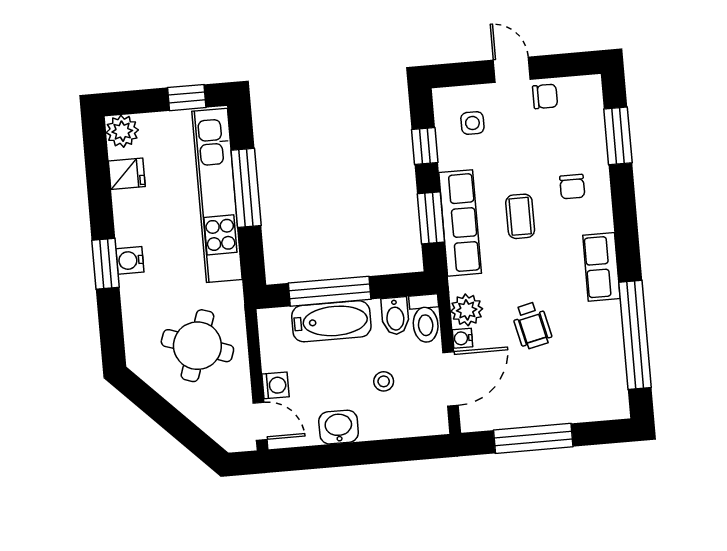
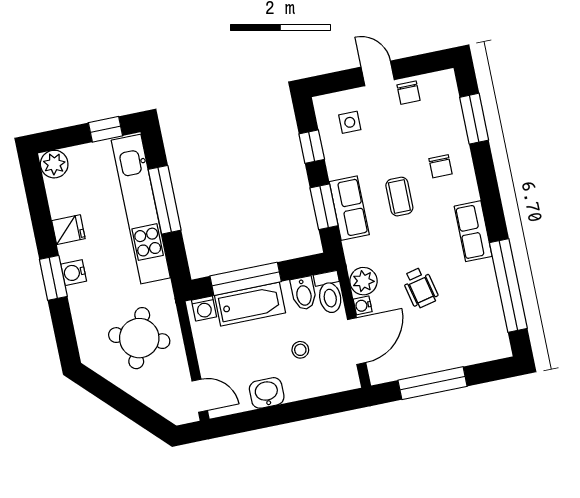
chair: (545, 96) -> (409, 93), turned 90
fridge: (127, 174) -> (68, 230), moved
row of seats: (460, 223) -> (349, 208), width x0.68
washing machine: (276, 385) -> (204, 308), moved, turned 90

